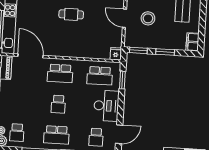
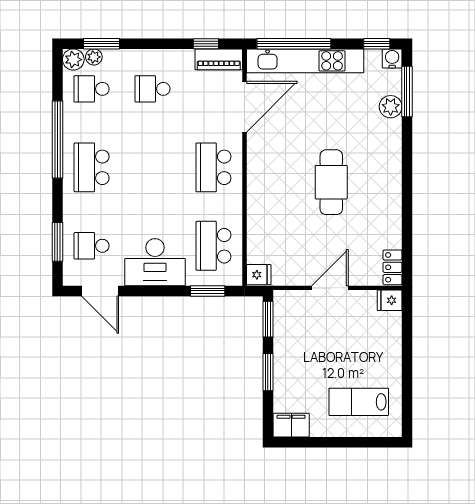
cafe table: (71, 14) -> (331, 182), width x1.37, depth x1.35
stool: (148, 18) -> (332, 334), removed
school desk: (58, 104) -> (153, 89), moved

